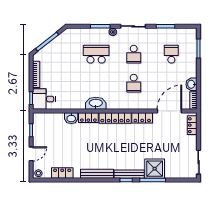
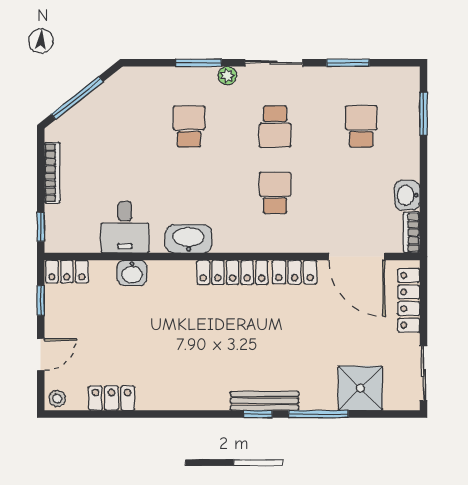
school desk: (96, 54) -> (189, 127), width x0.54
school desk: (134, 83) -> (275, 193), turned 180
desk: (44, 99) -> (125, 227), moved, turned -90
door: (169, 111) -> (357, 257), swing flipped
locker: (88, 118) -> (67, 272), moved
locker: (192, 125) -> (409, 300), width x1.53
shower: (155, 169) -> (360, 388), moved
bench: (97, 174) -> (191, 400), removed

